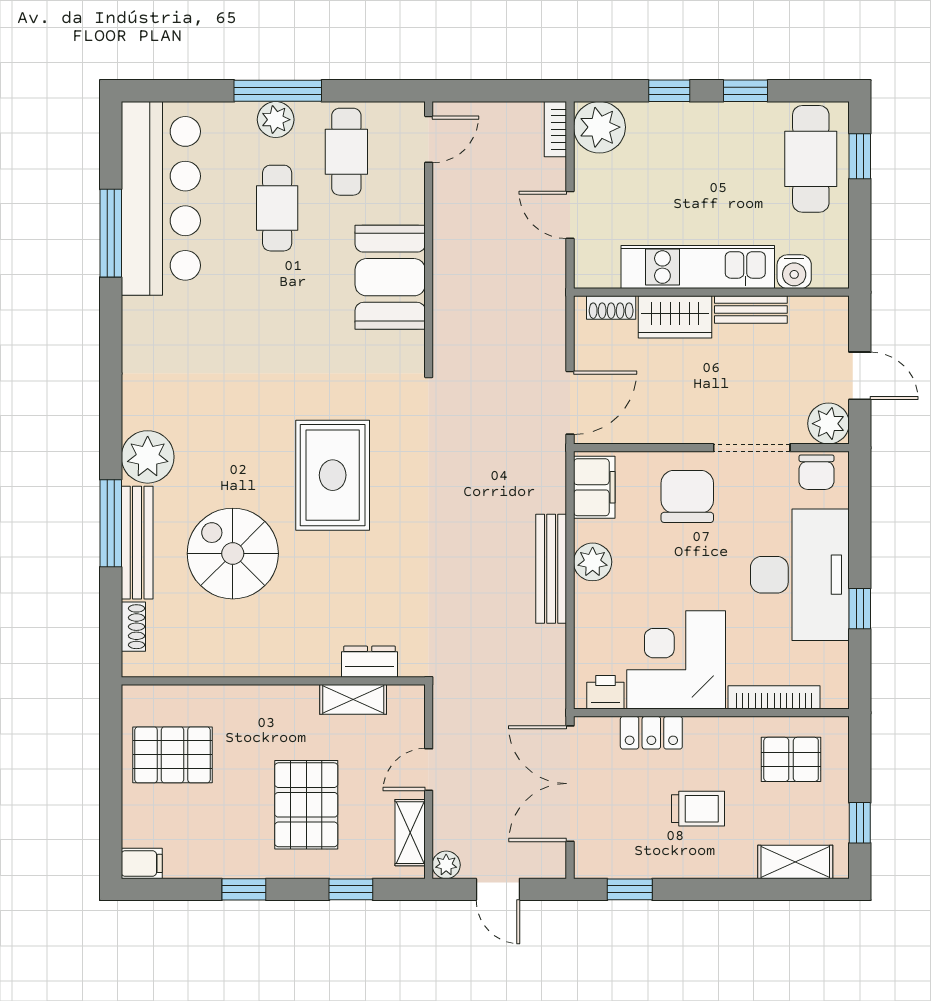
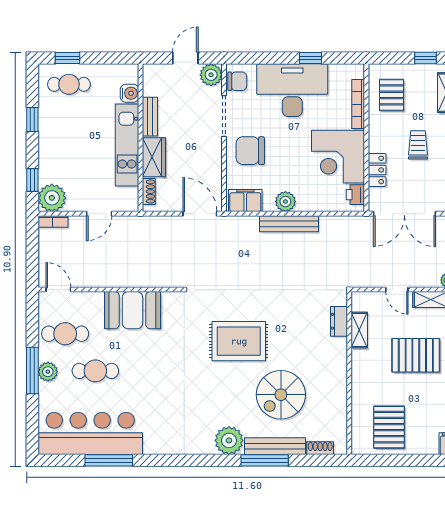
window: (669, 91) -> (32, 180), moved
cafe table: (811, 159) -> (69, 84), width x0.73, depth x0.74

